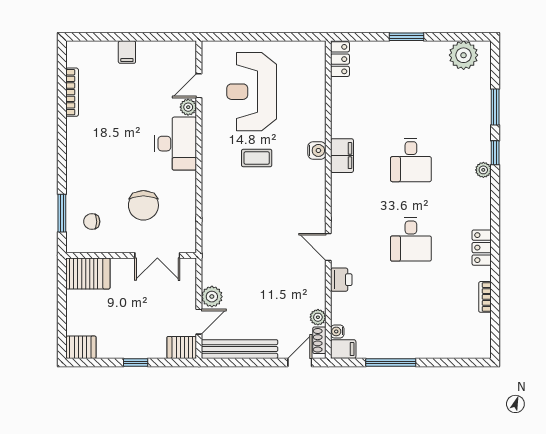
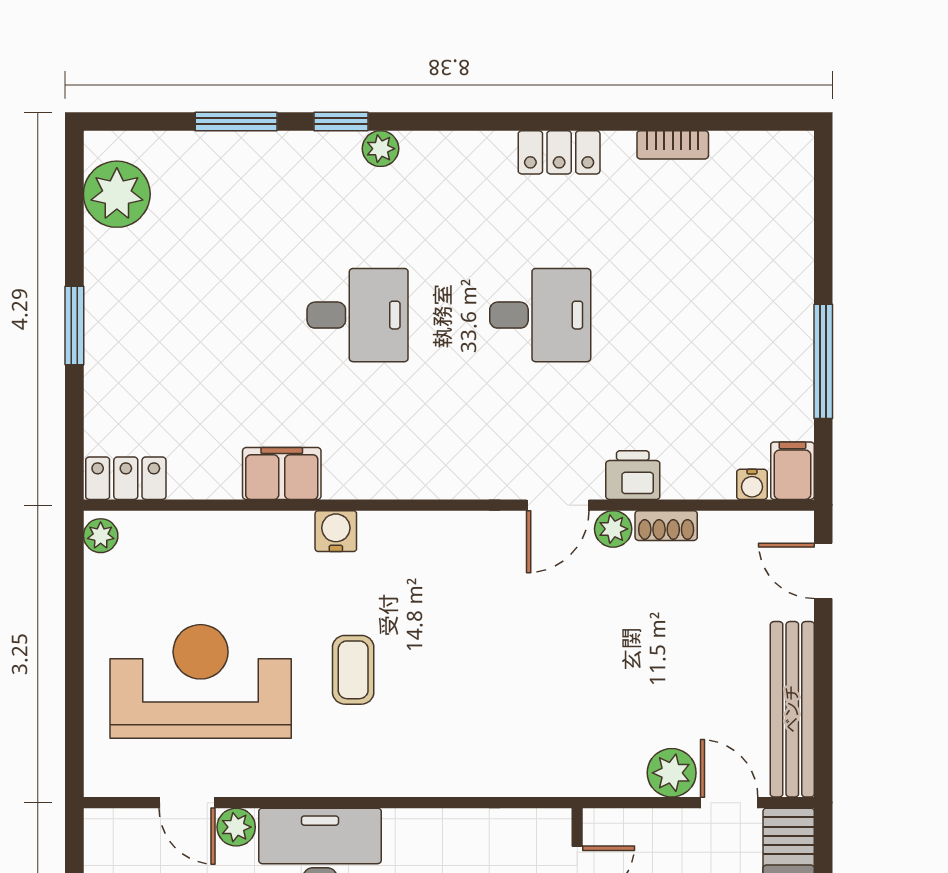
plant: (315, 48) -> (101, 536), added
reception desk: (252, 92) -> (201, 681), turned 180
filing cabinet: (342, 156) -> (282, 473), moved
plant: (318, 317) -> (613, 529), moved
shoe rack: (319, 340) -> (666, 526), moved

